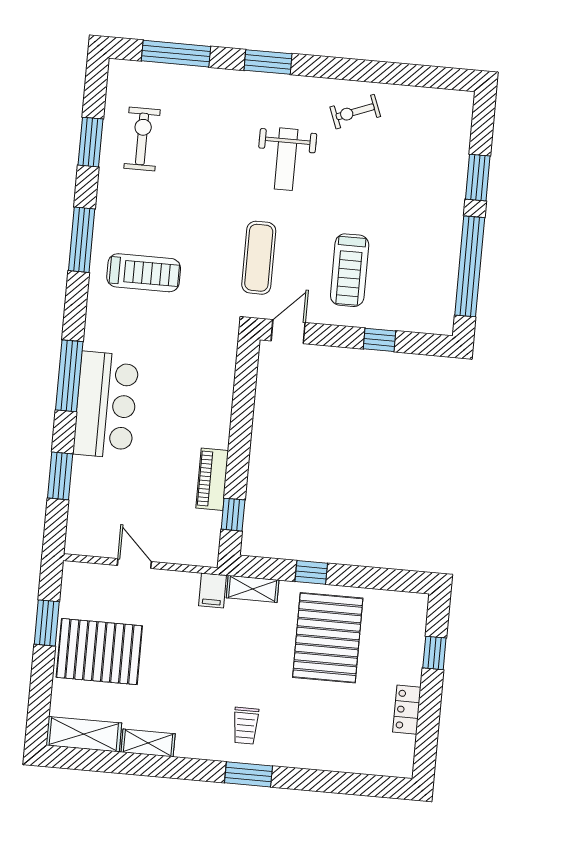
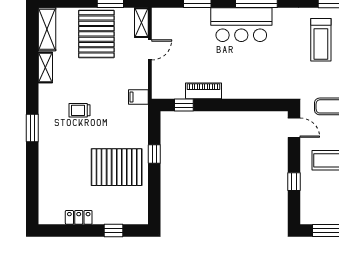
shelving: (253, 589) -> (141, 23), moved
trolley: (246, 726) -> (79, 110), moved

